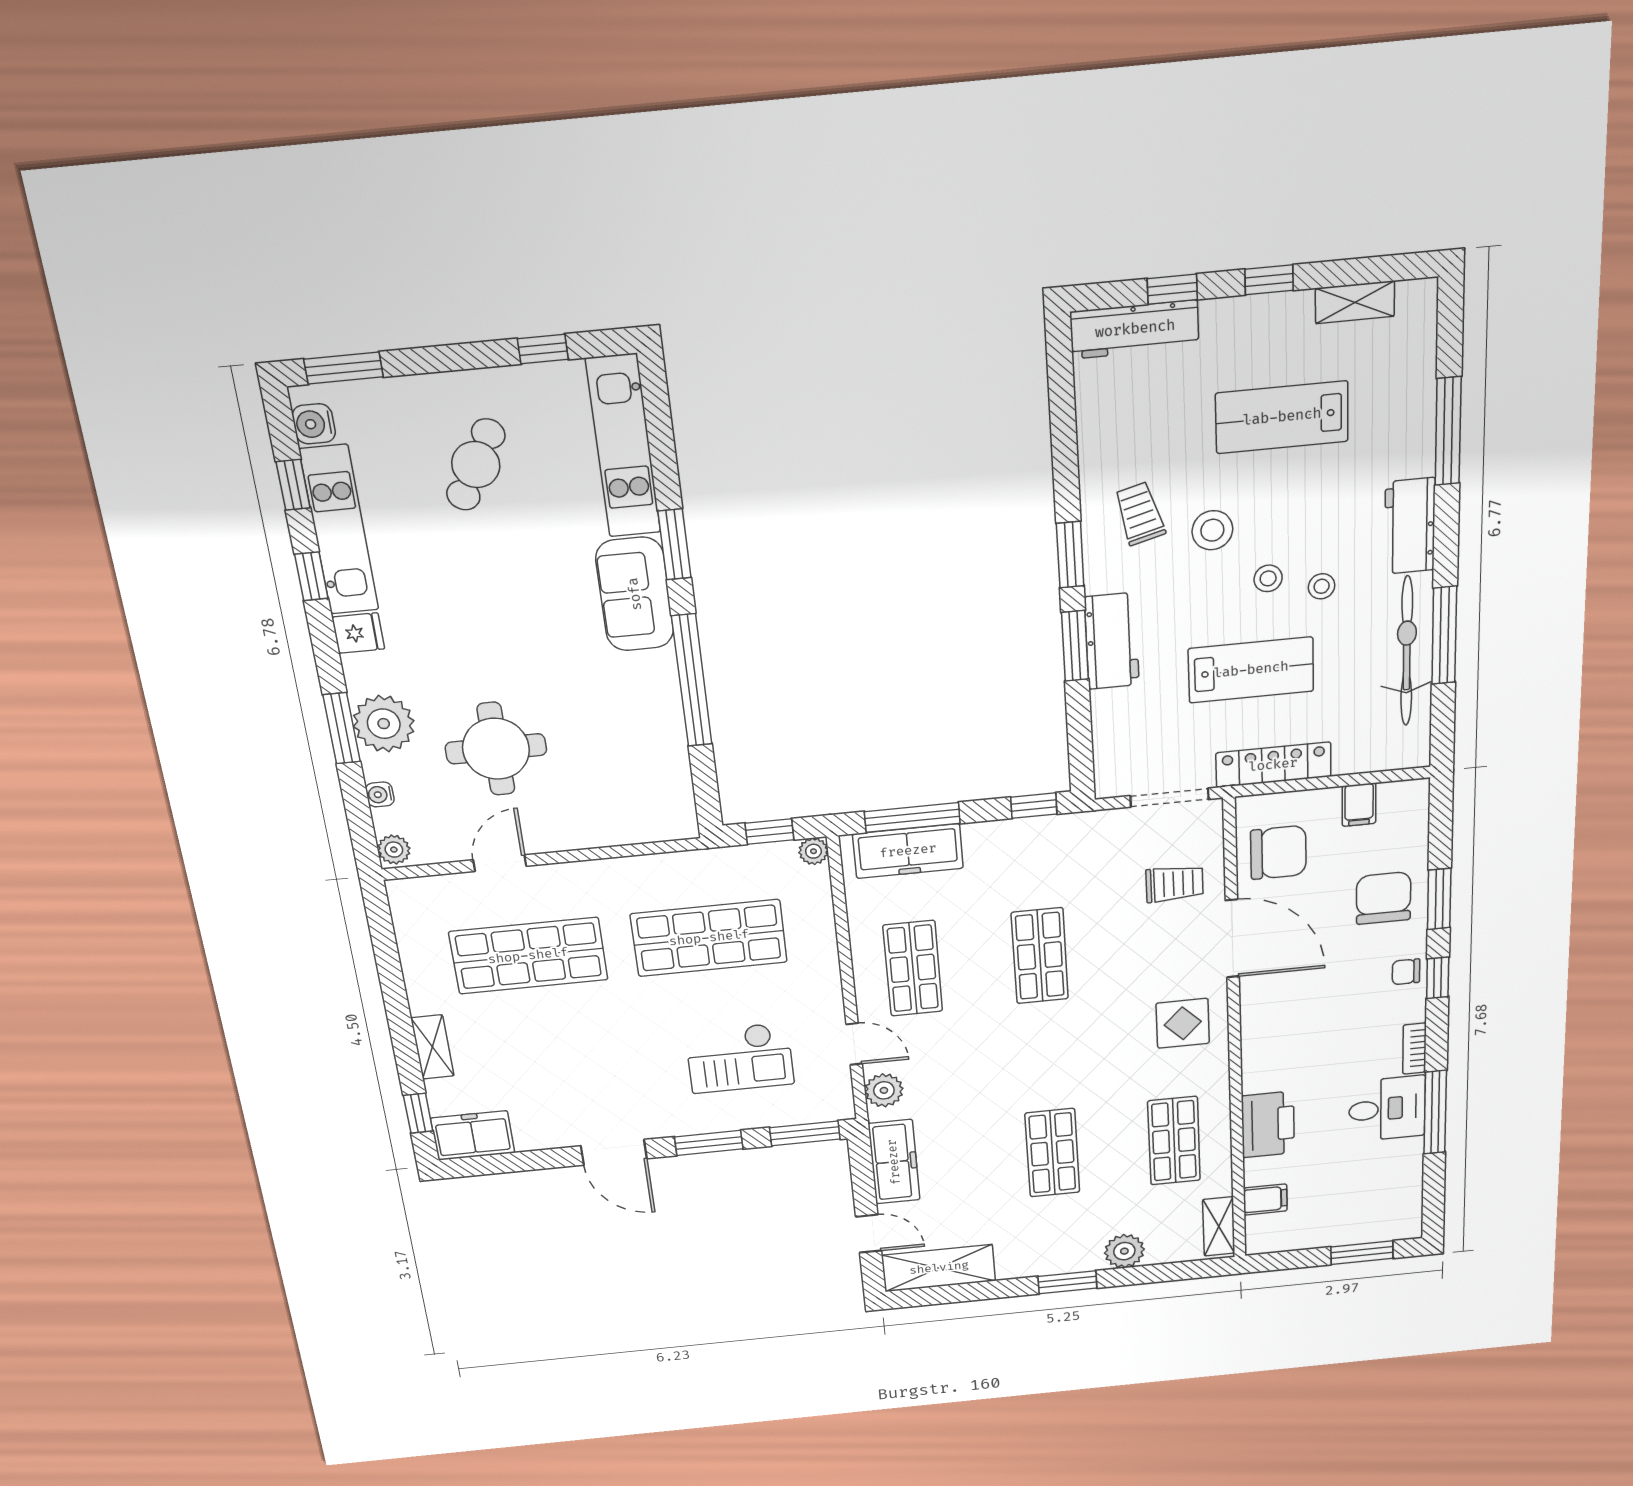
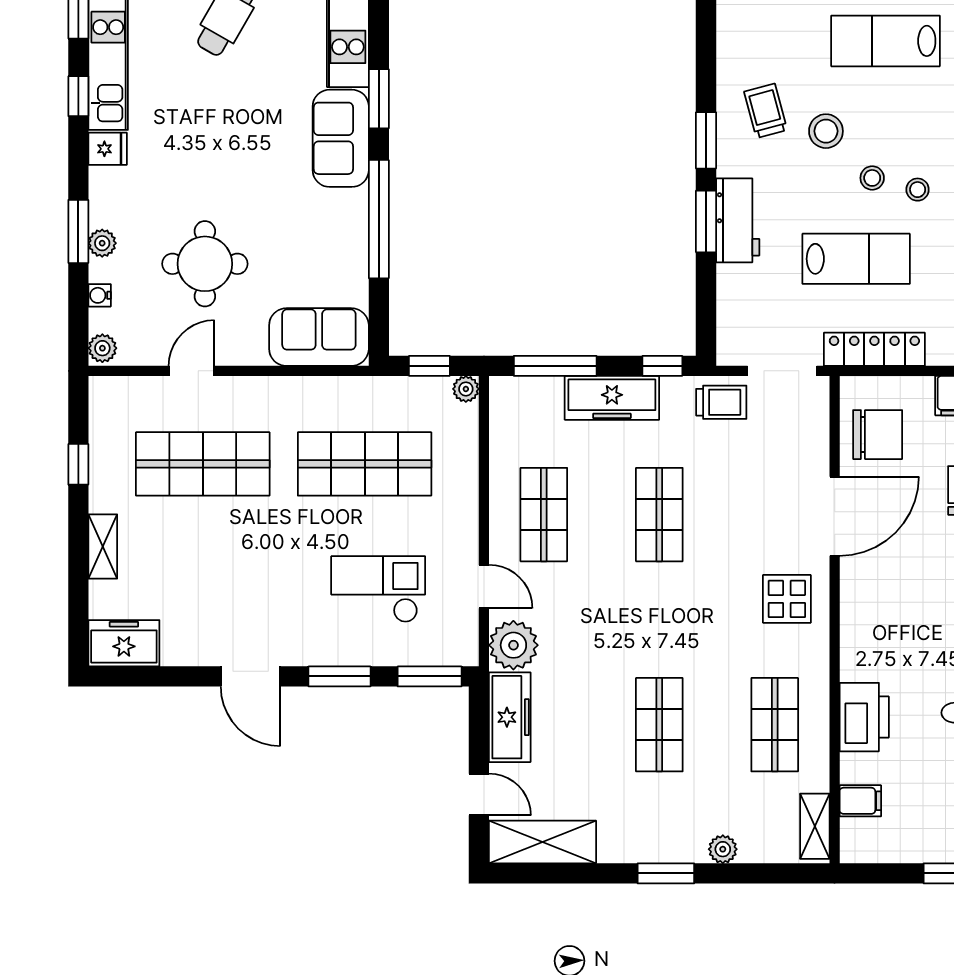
plant: (384, 724) -> (102, 243), width x0.53, depth x0.53
sofa: (640, 814) -> (319, 337), added
freezer: (908, 851) -> (612, 398), moved
trolley: (1175, 884) -> (721, 402), moved
door: (1232, 939) -> (835, 516), hinge flipped
checkout: (740, 1058) -> (378, 589), turned 180
plant: (884, 1090) -> (513, 645), width x1.36, depth x1.36
window: (418, 1113) -> (78, 464), moved
plant: (1124, 1251) -> (723, 849), width x0.73, depth x0.73

